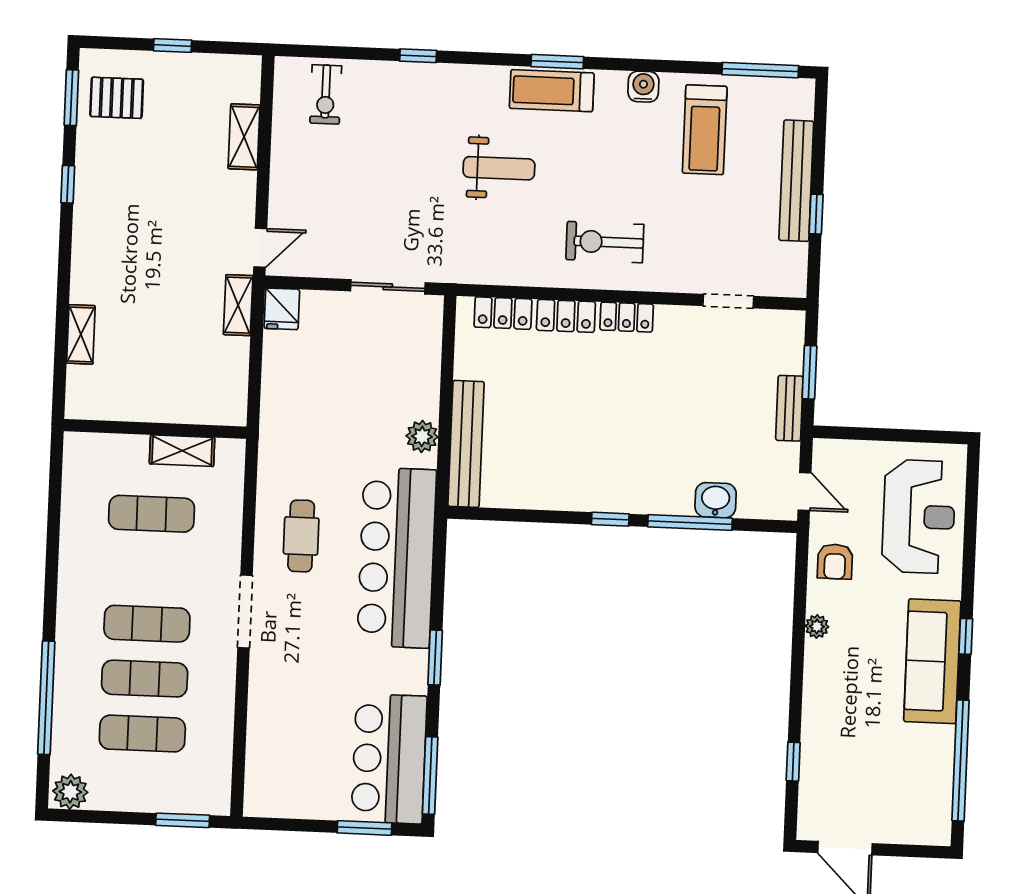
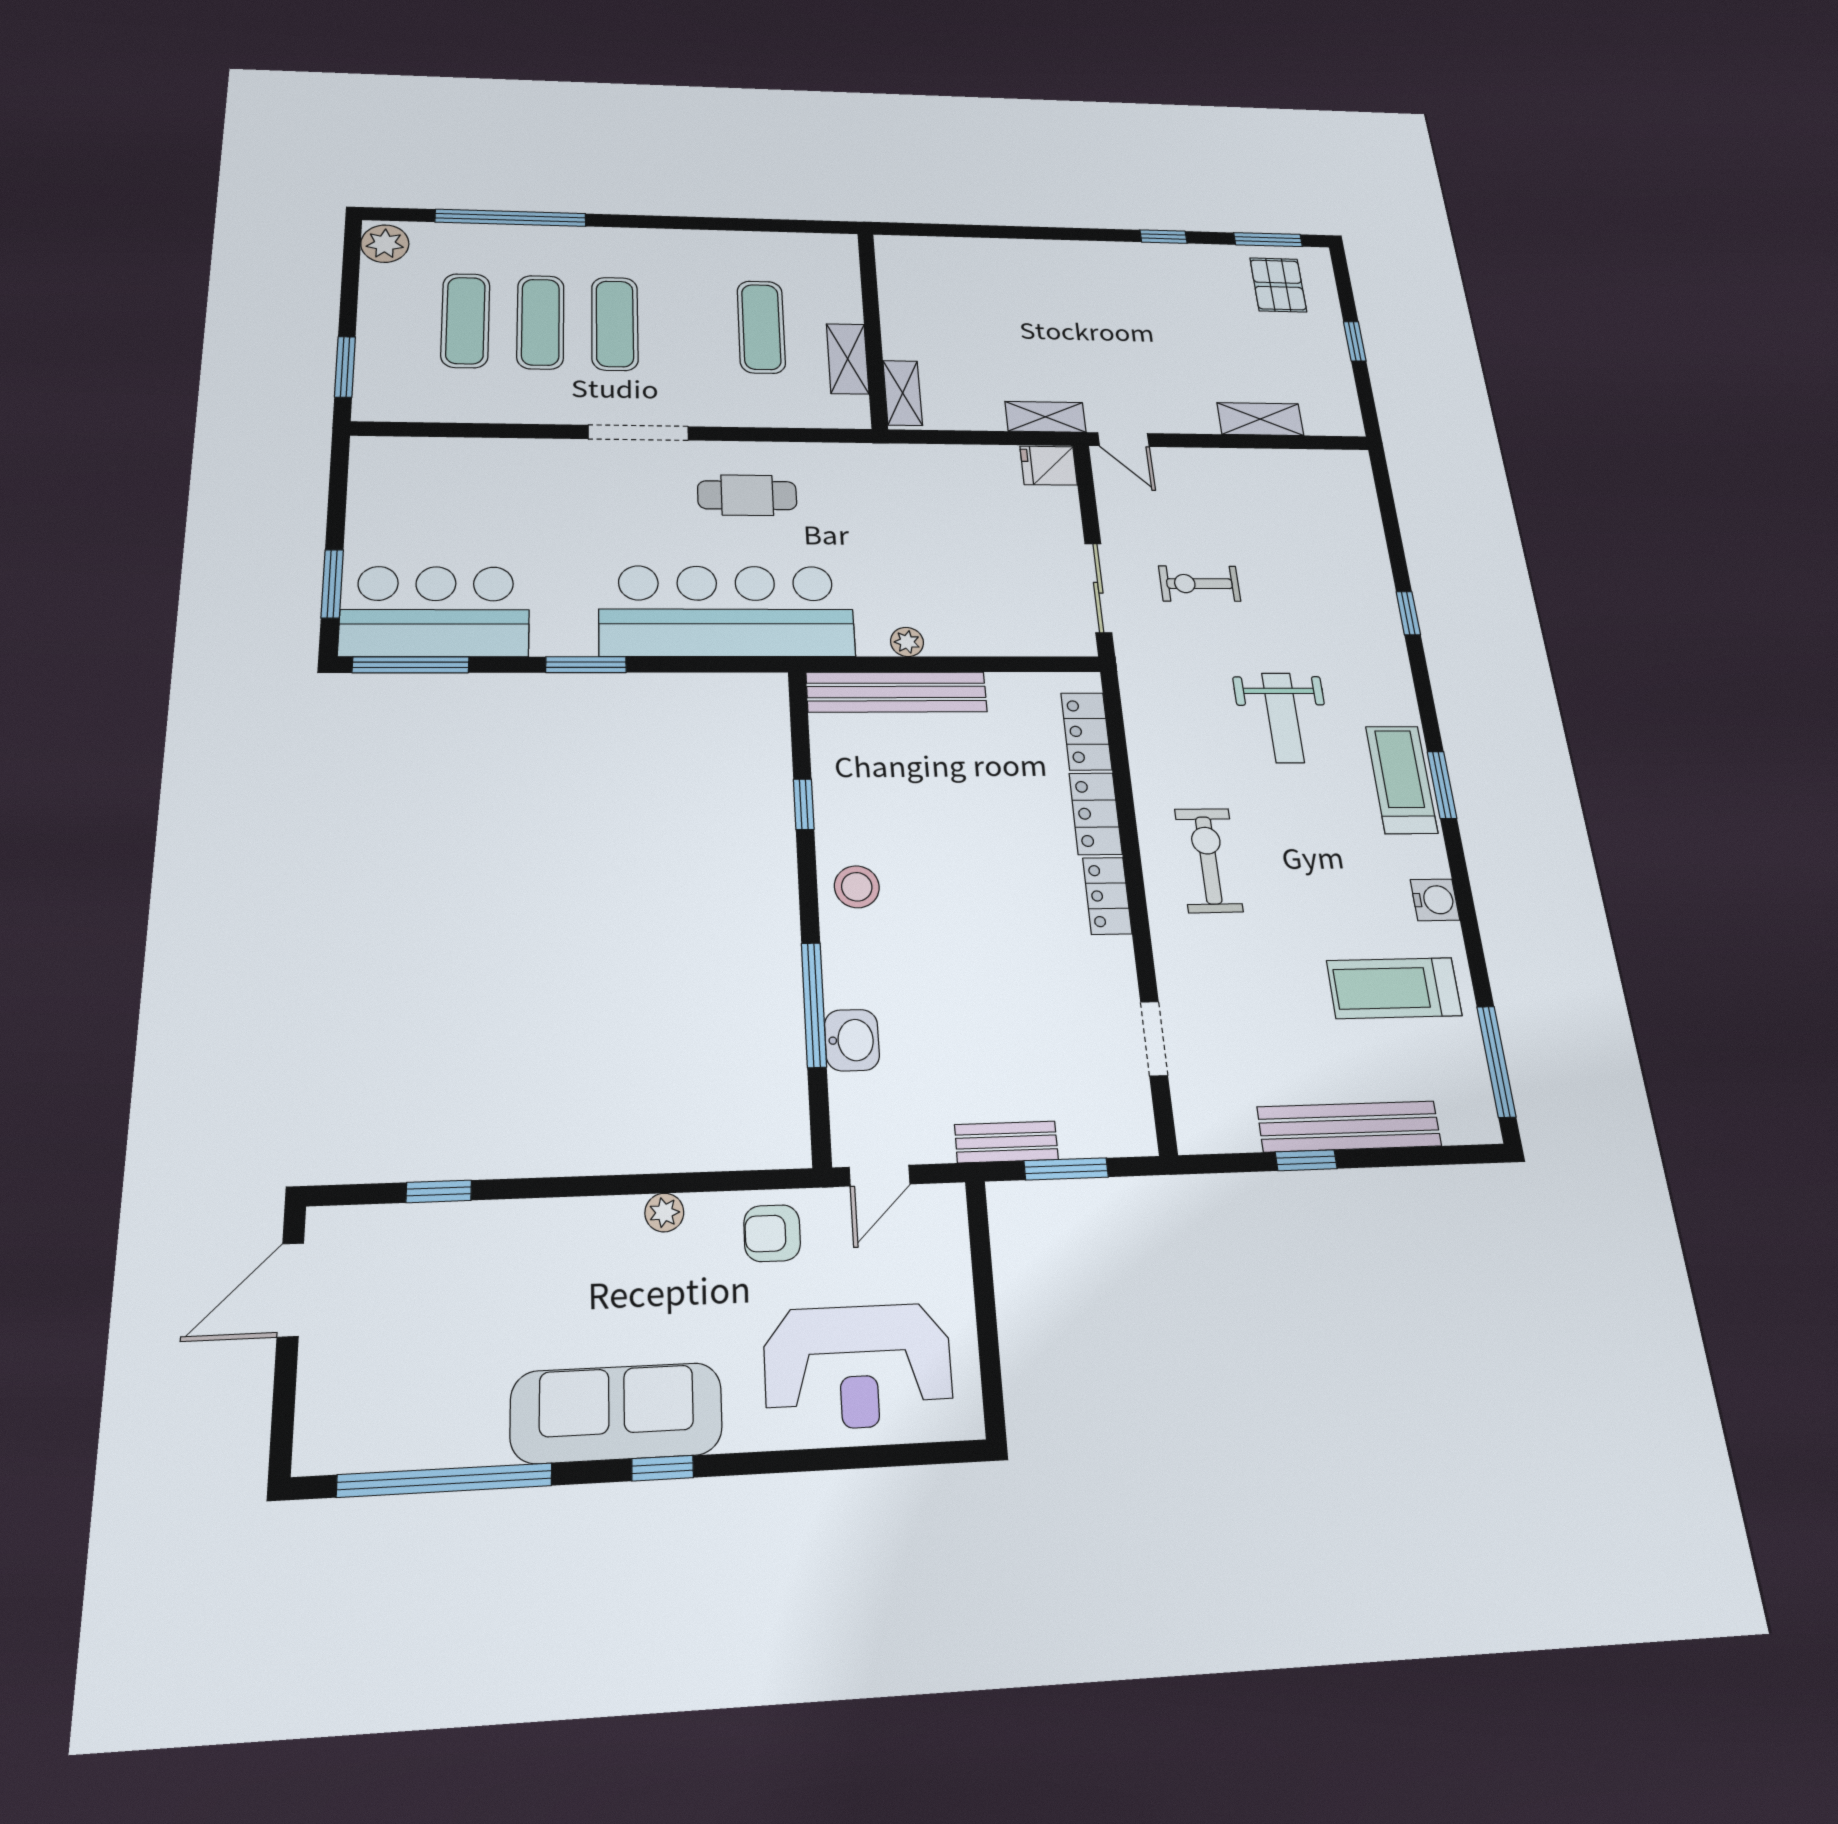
exercise bike: (326, 94) -> (1200, 584), moved
shelving: (81, 334) -> (903, 393), moved, turned 90
plant: (422, 436) -> (907, 642), width x0.73, depth x0.73
stool: (610, 486) -> (857, 887), added
window: (610, 519) -> (804, 804), moved

